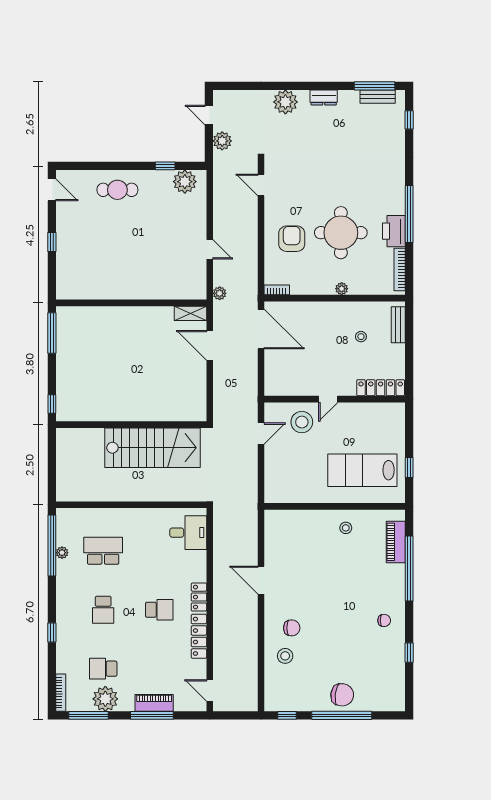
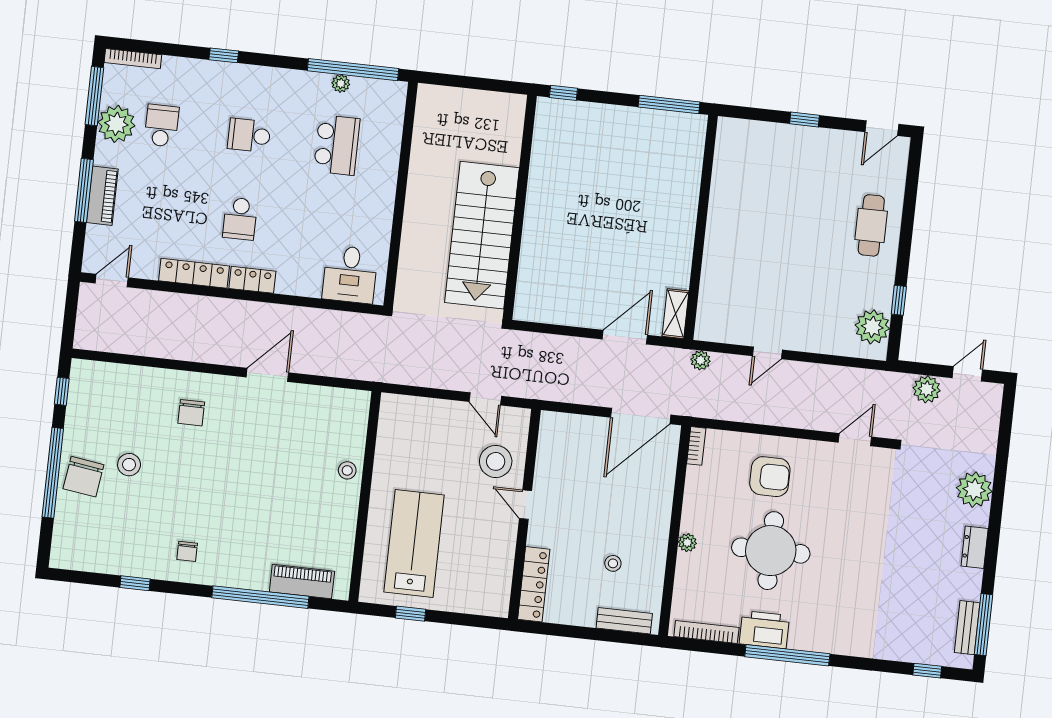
stool: (346, 528) -> (347, 470), moved
stool: (285, 656) -> (129, 465), moved

